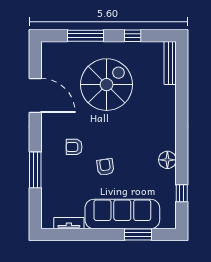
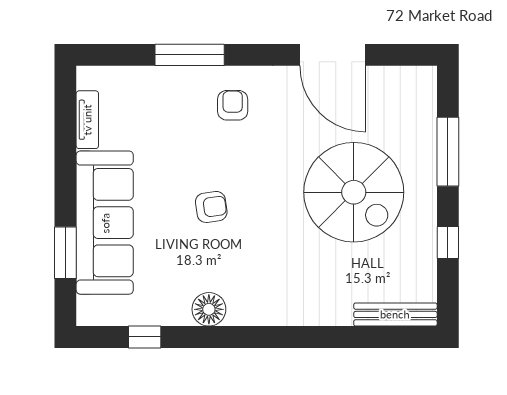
door: (35, 95) -> (333, 55), hinge flipped
armchair: (74, 147) -> (233, 105), moved
armchair: (105, 167) -> (211, 207), moved

